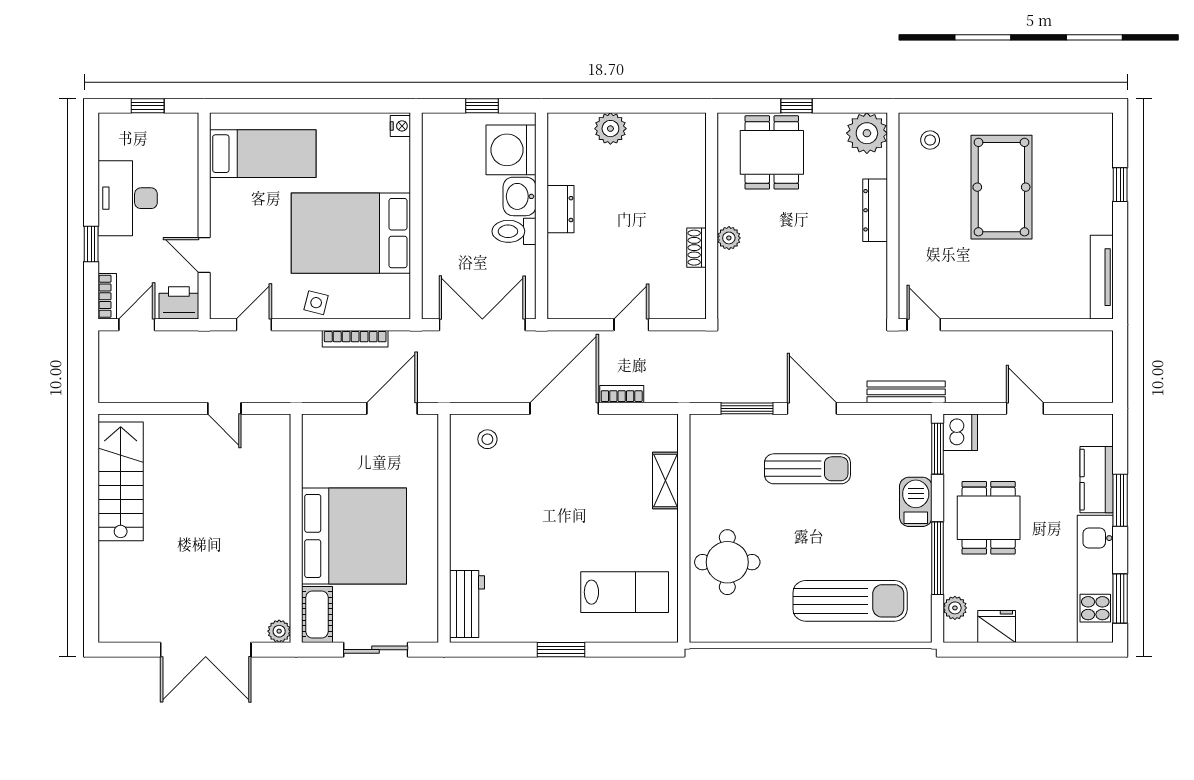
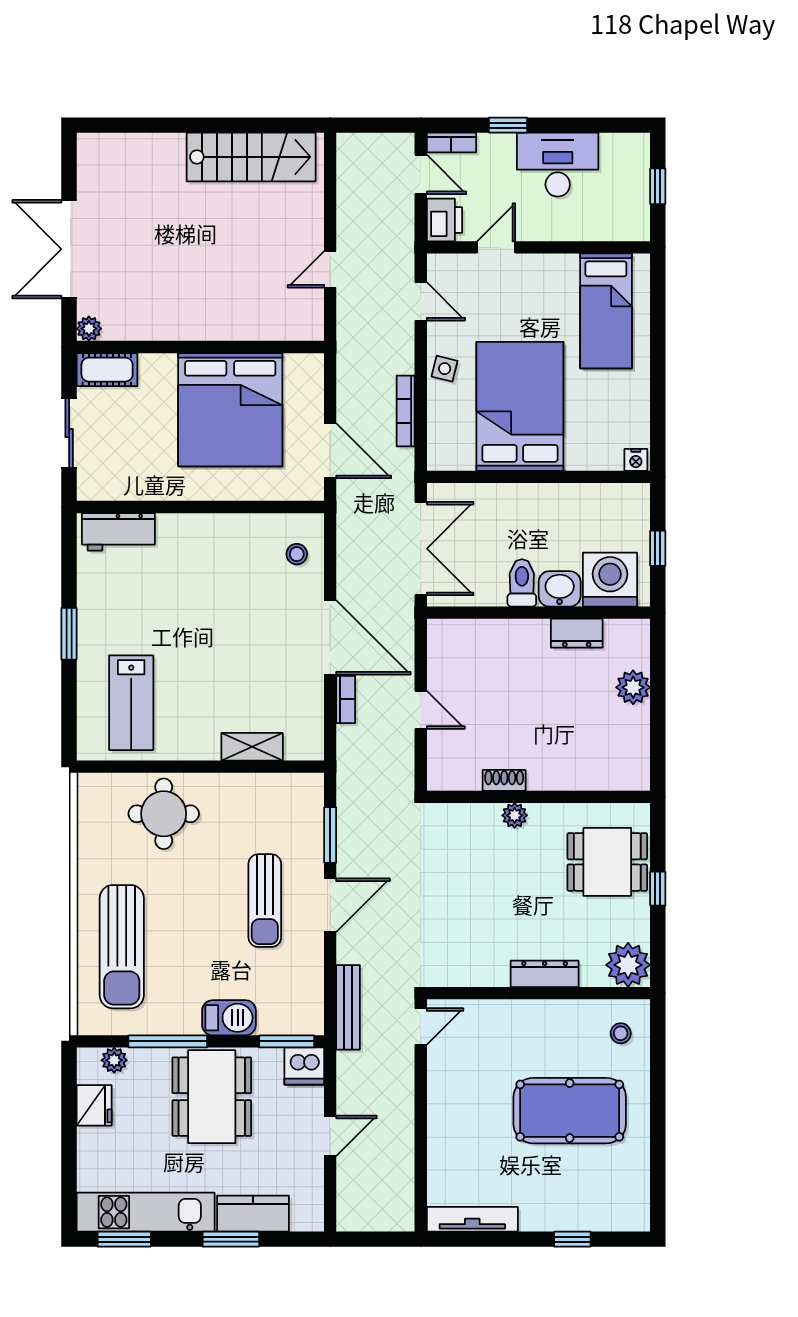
dresser: (561, 209) -> (577, 633), moved
dining table: (989, 518) -> (212, 1097), width x1.38
bed: (354, 536) -> (230, 410), moved

